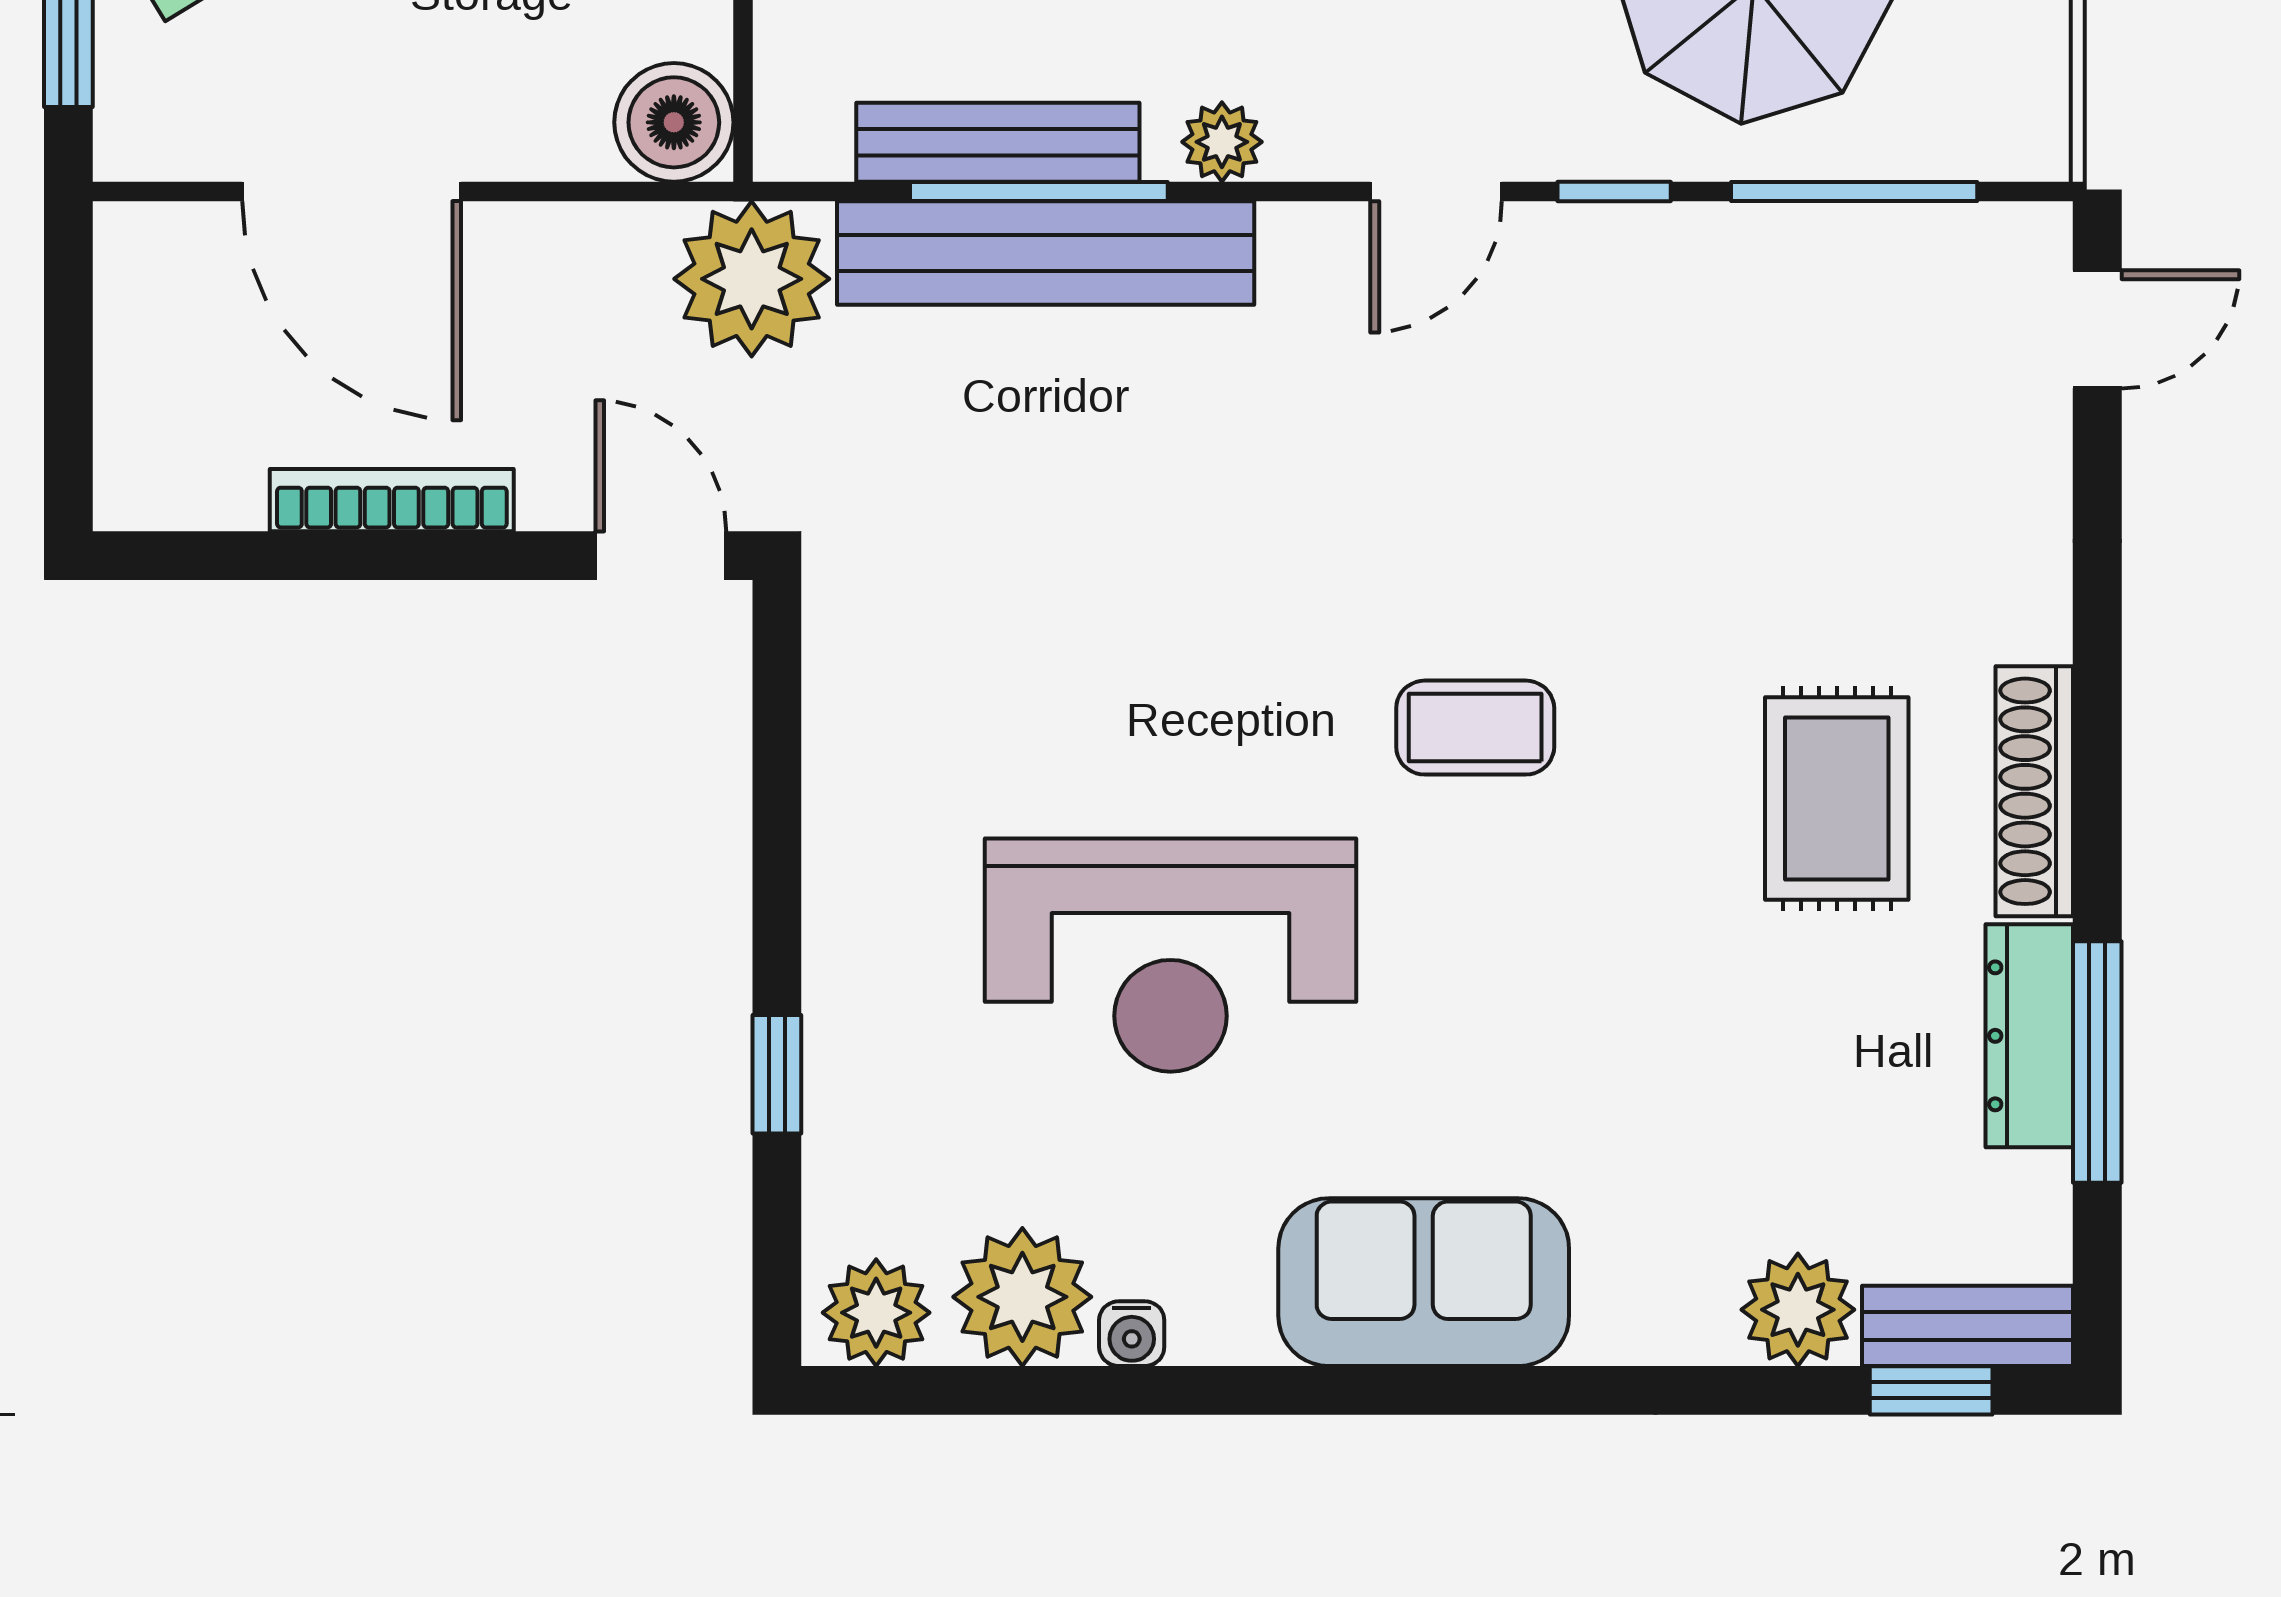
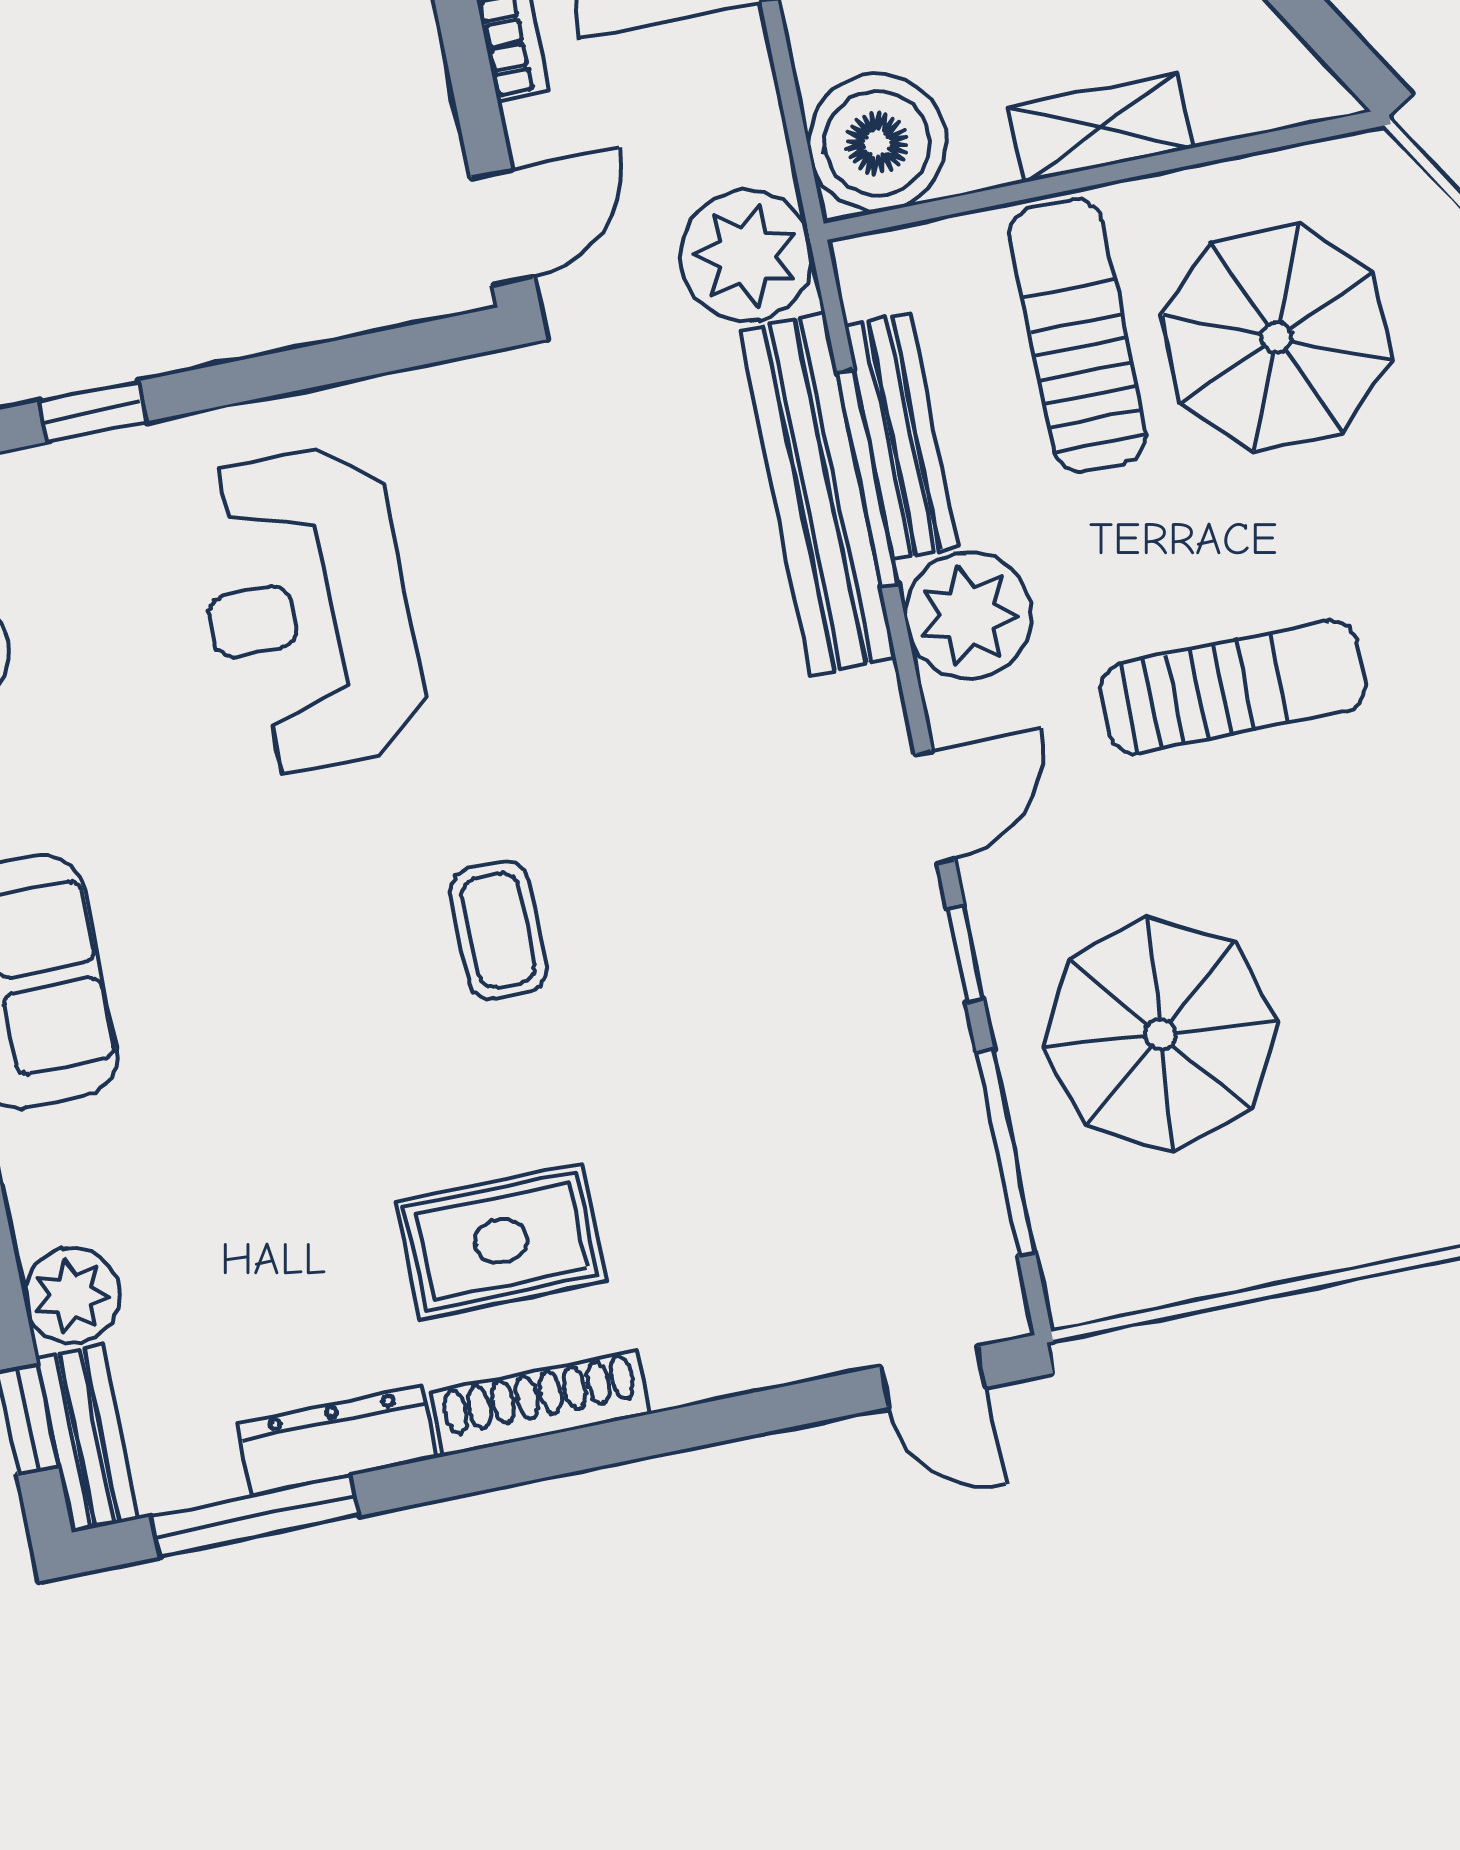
boiler: (674, 122) -> (877, 143), width x1.37, depth x1.37
plant: (1222, 142) -> (968, 615), width x1.88, depth x1.88
door: (1436, 191) -> (935, 807), swing flipped
reception desk: (1170, 955) -> (308, 610), moved
window: (2097, 1062) -> (255, 1516), moved

